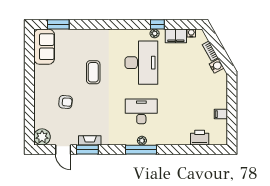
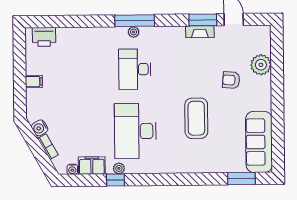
sofa: (44, 47) -> (259, 142), width x1.36
coffee table: (93, 72) -> (196, 118), width x1.36, depth x1.32
desk: (141, 111) -> (135, 69), turned 90
filing cabinet: (221, 114) -> (34, 82), moved
plant: (42, 137) -> (261, 65), moved
printer: (200, 138) -> (44, 37), moved

